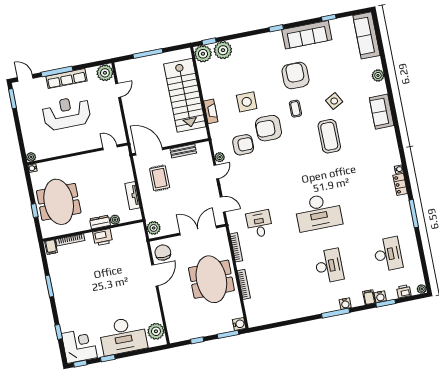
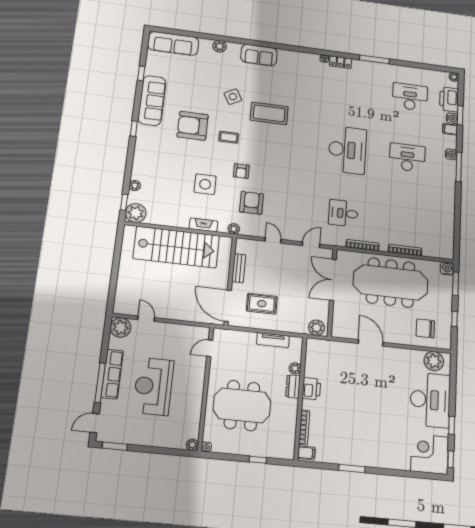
plant: (223, 50) -> (135, 186), width x0.53, depth x0.53
window: (148, 54) -> (115, 272), removed
armchair: (268, 128) -> (241, 171), width x0.53, depth x0.53
door: (149, 151) -> (228, 306), hinge flipped
plant: (220, 157) -> (234, 229), moved
meeting table: (59, 202) -> (242, 405), moved
chair: (163, 253) -> (425, 328), moved
meeting table: (211, 279) -> (391, 283), width x1.36
printer: (404, 291) -> (449, 99), width x1.87, depth x1.48
window: (59, 332) -> (408, 474), removed

